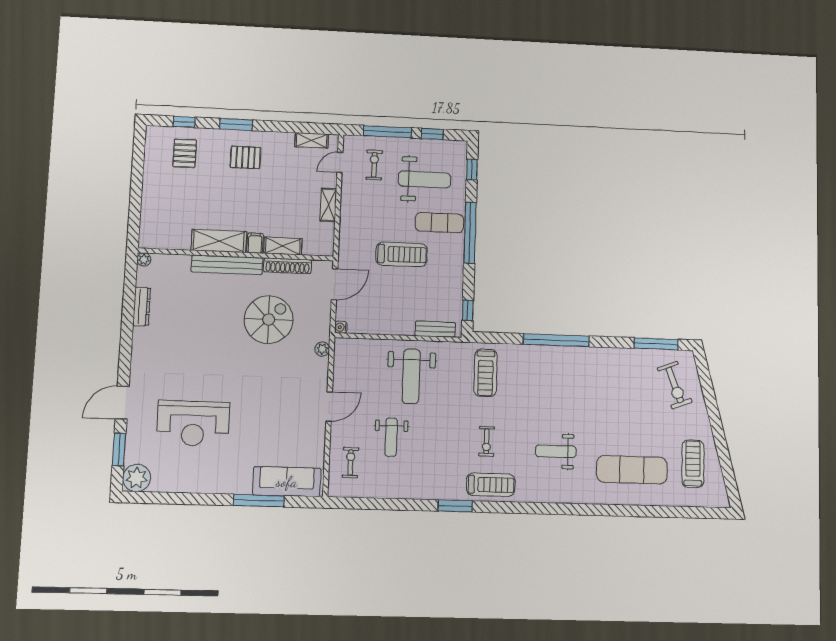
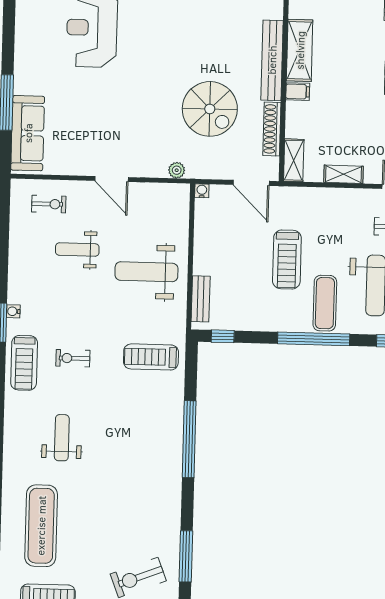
shelving: (283, 246) -> (294, 160), moved
water cooler: (445, 494) -> (13, 311), added

